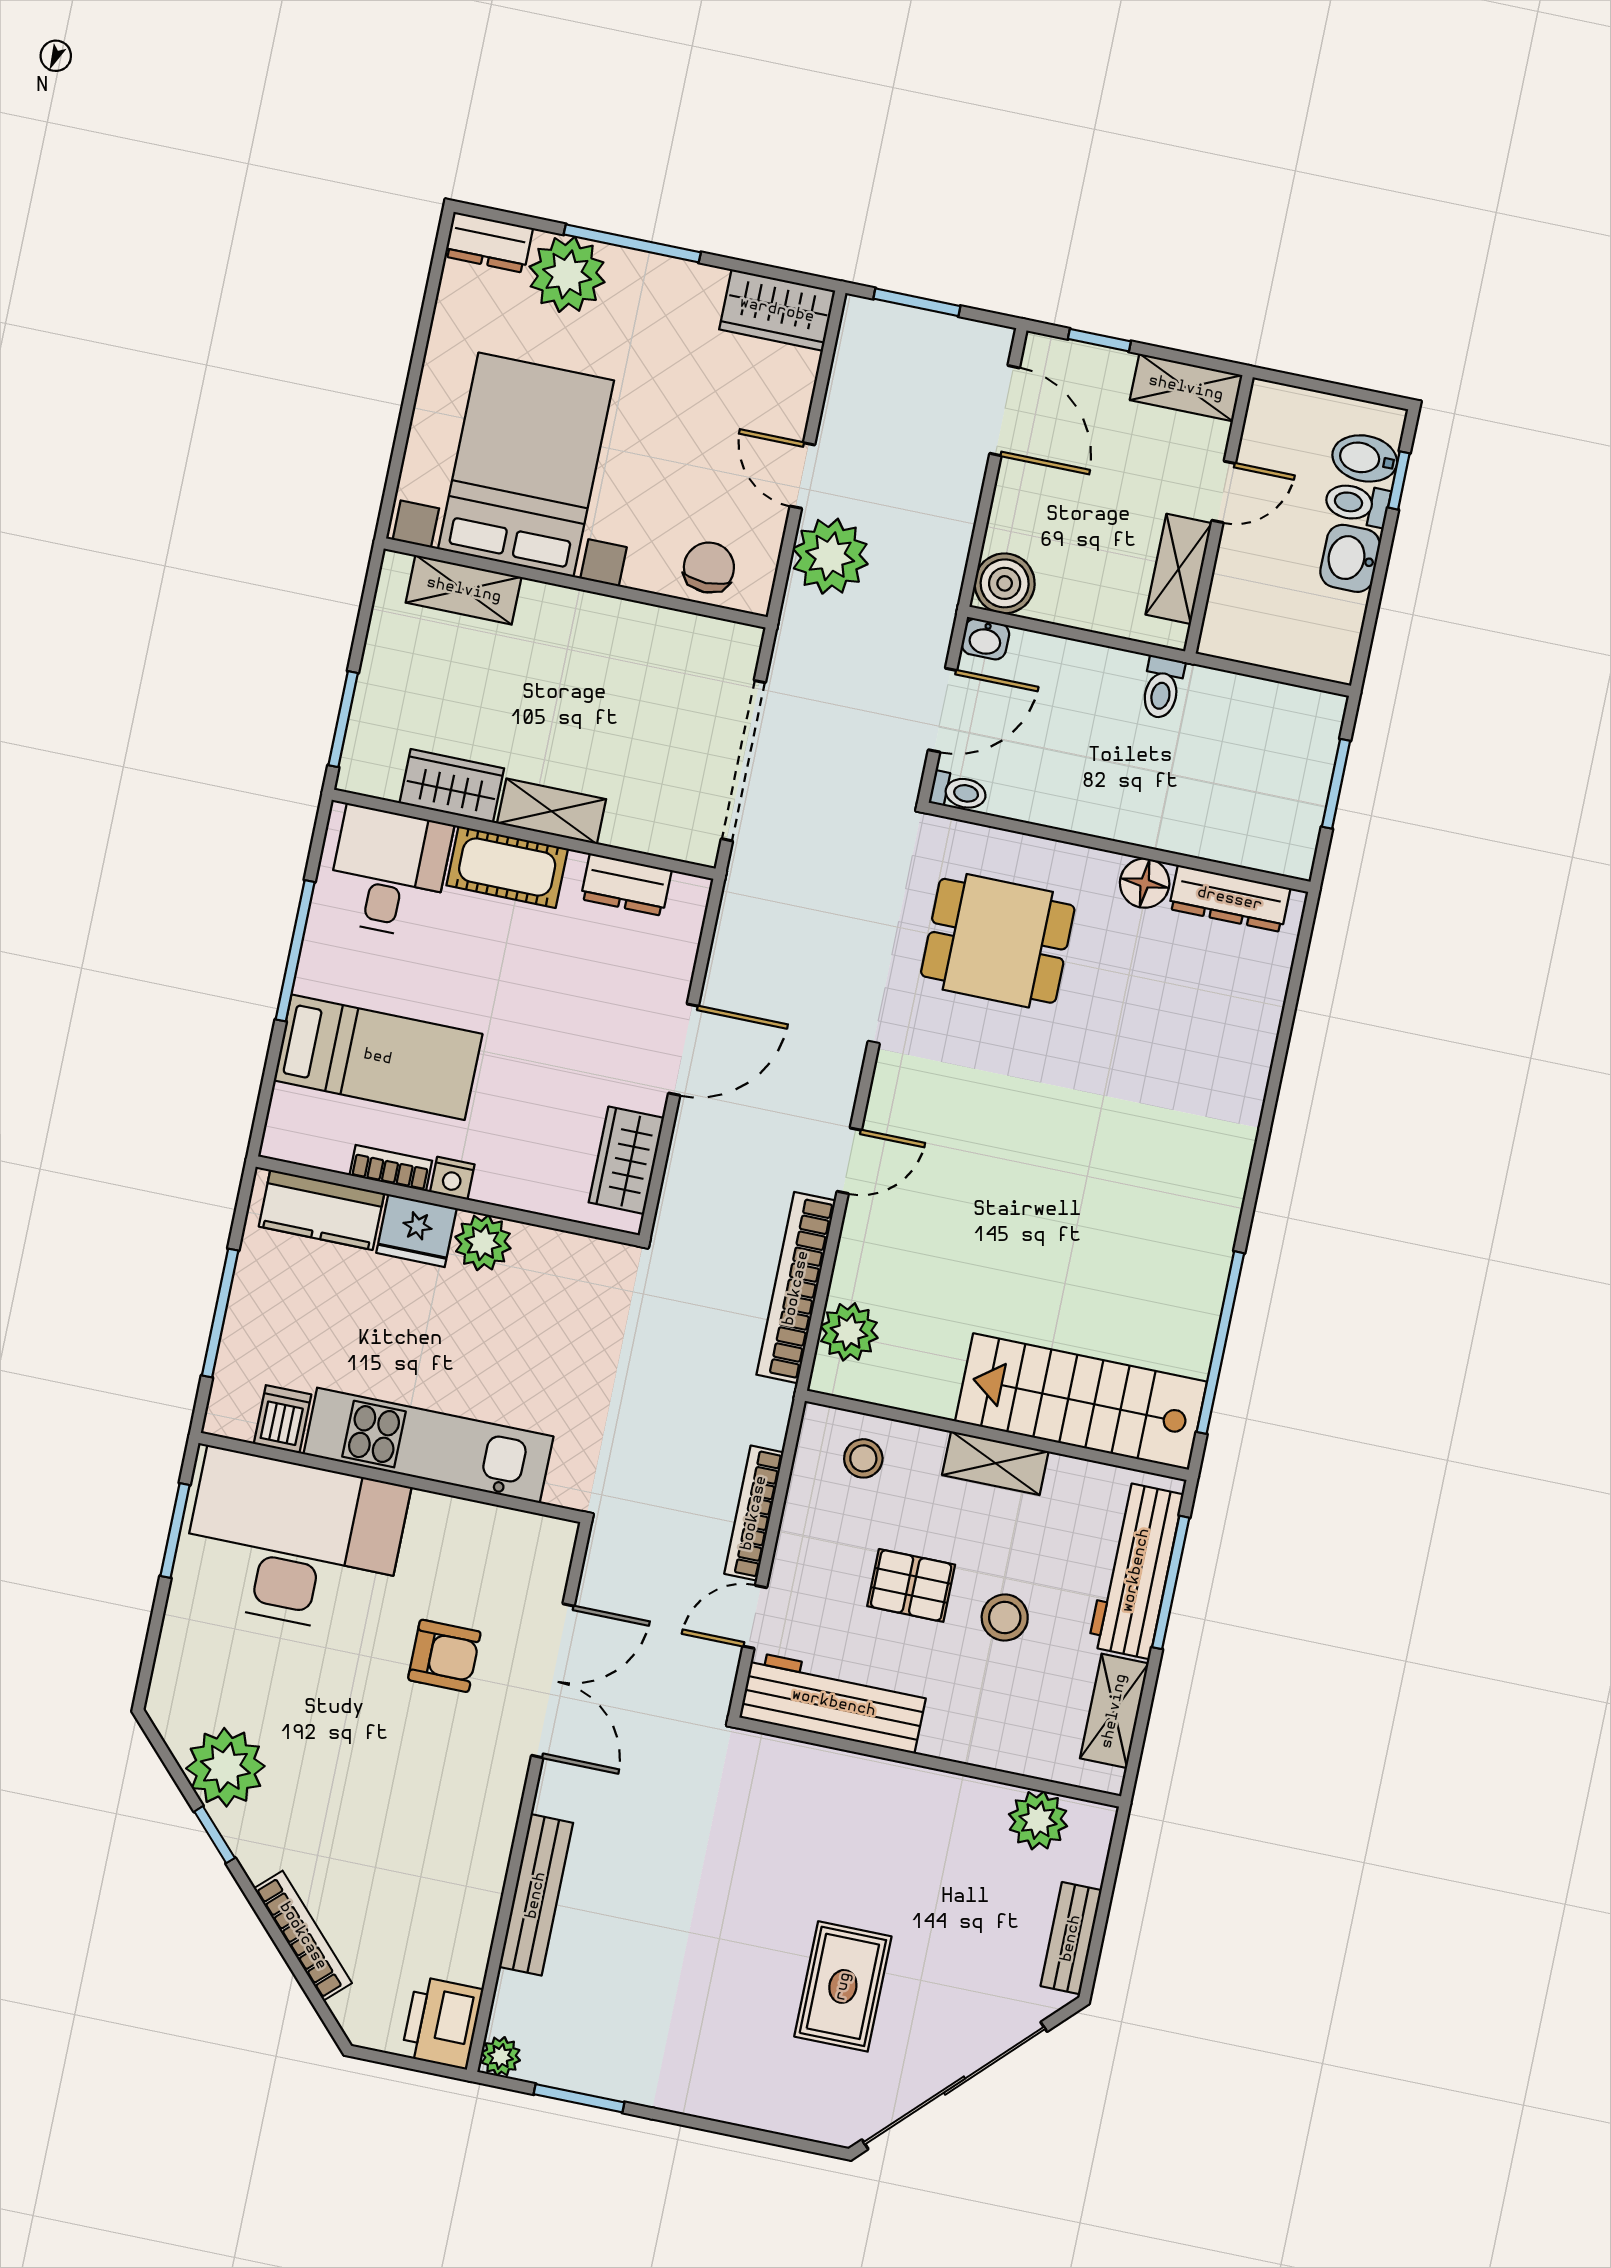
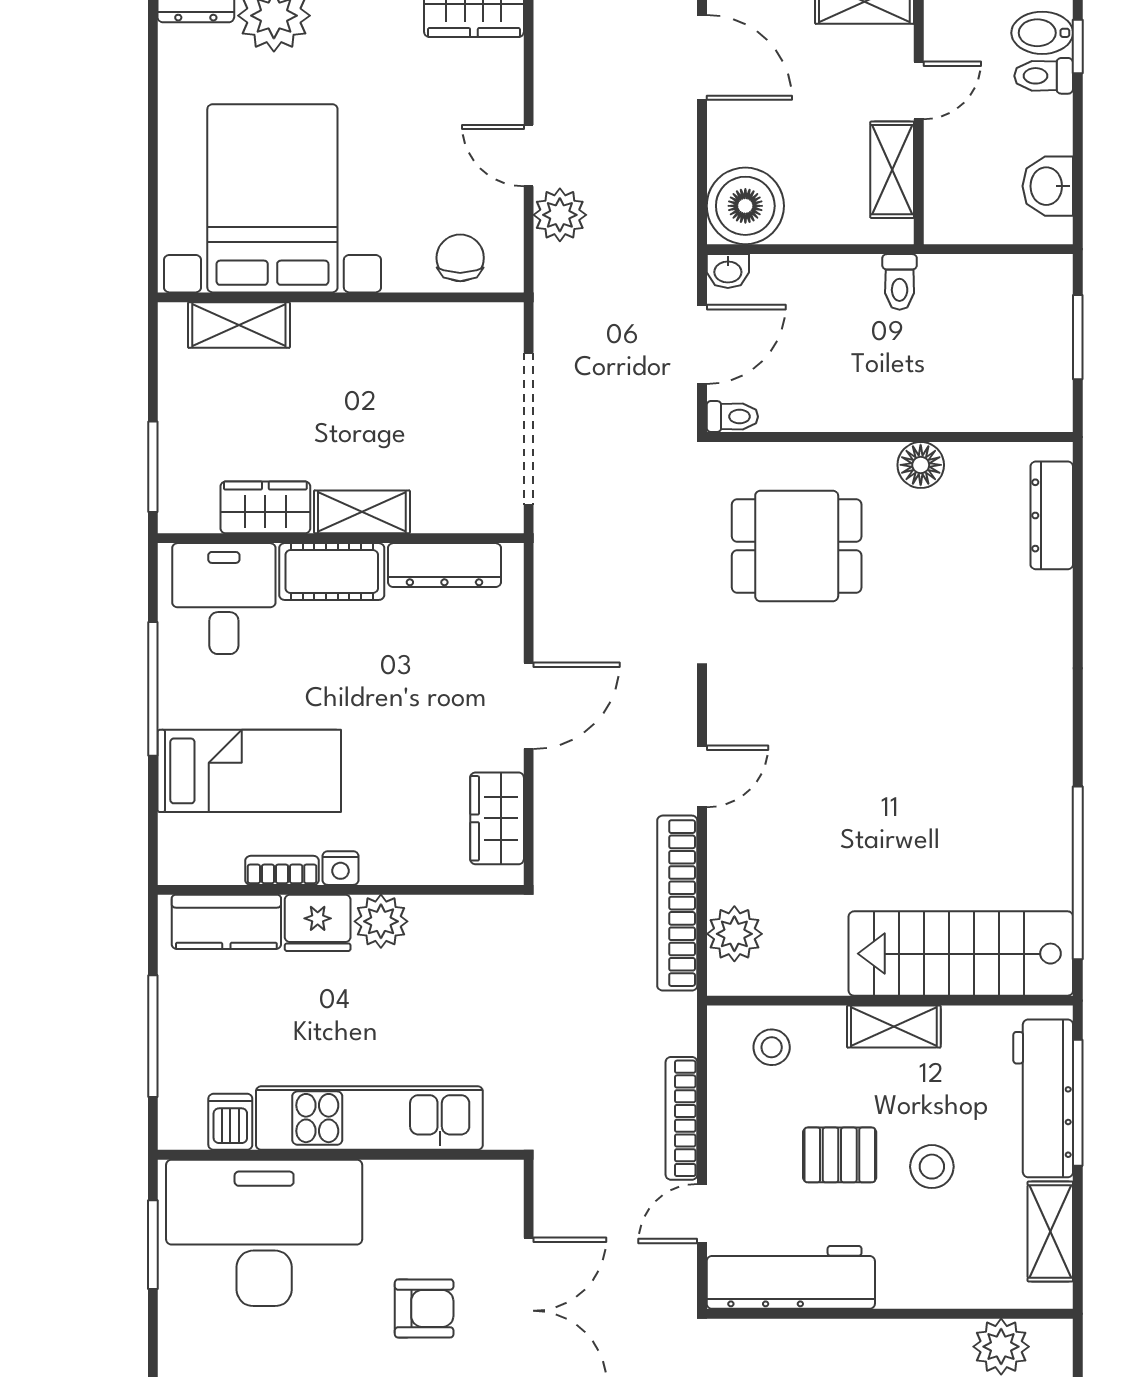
plant: (830, 556) -> (560, 215), width x0.73, depth x0.73
washbasin: (1350, 558) -> (1048, 186), moved
boiler: (1005, 583) -> (745, 206), width x1.37, depth x1.37
dresser: (626, 885) -> (444, 565), width x1.44
dresser: (1230, 899) -> (1052, 515), moved, turned 90

